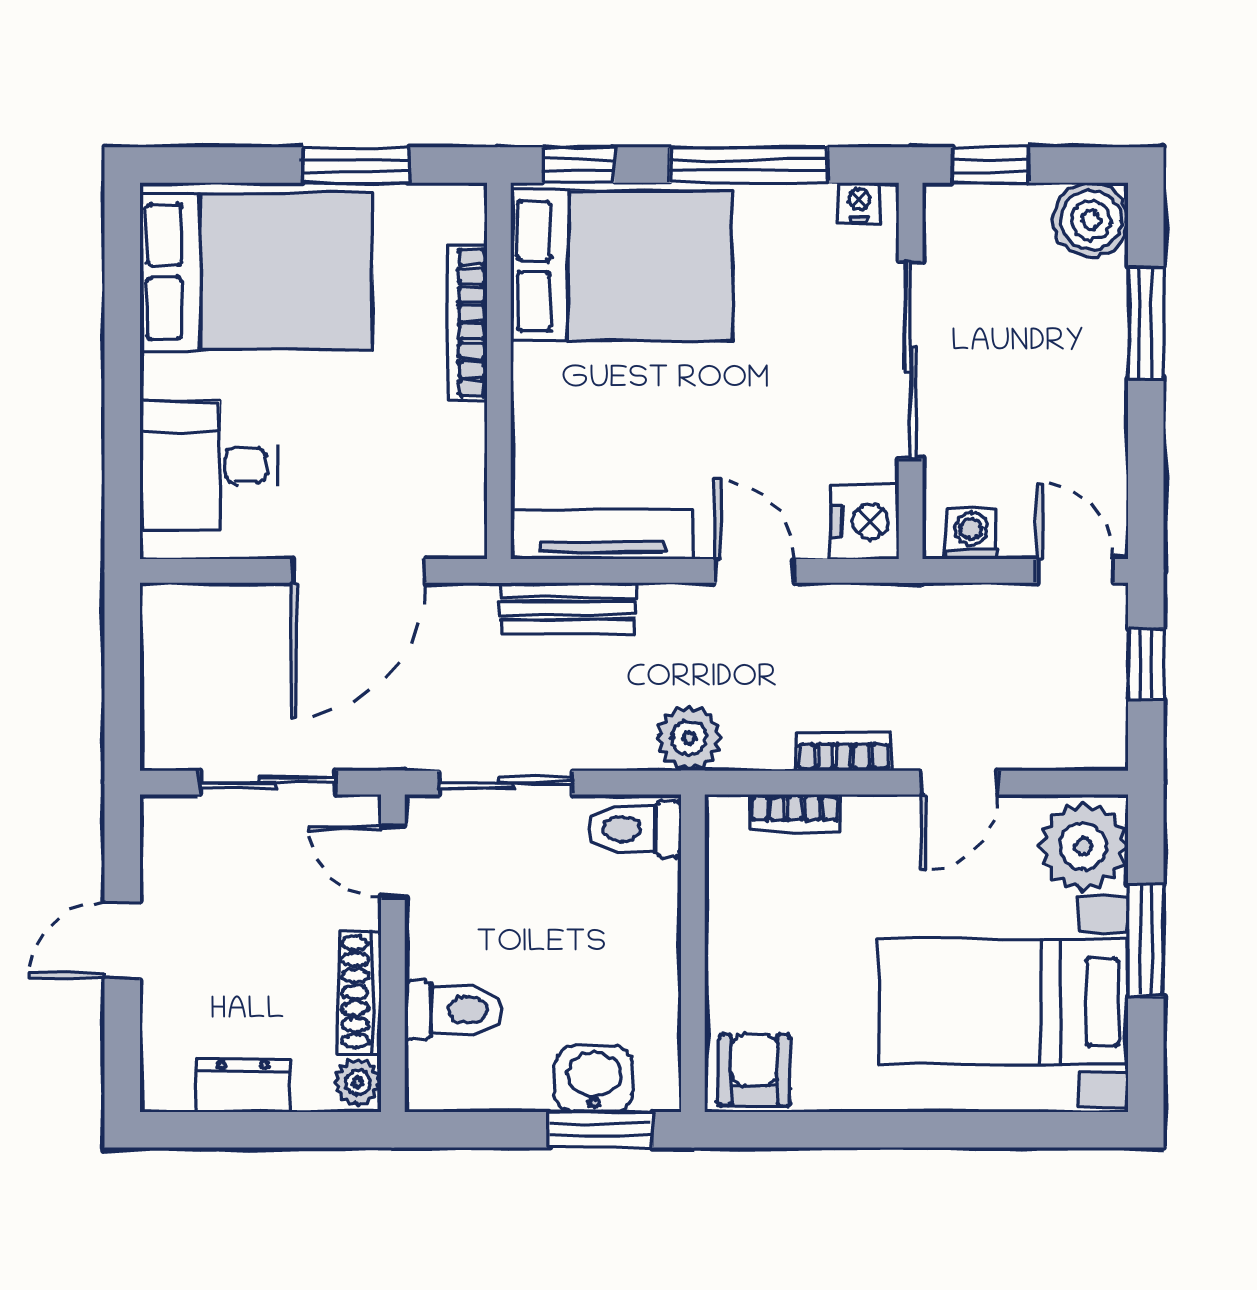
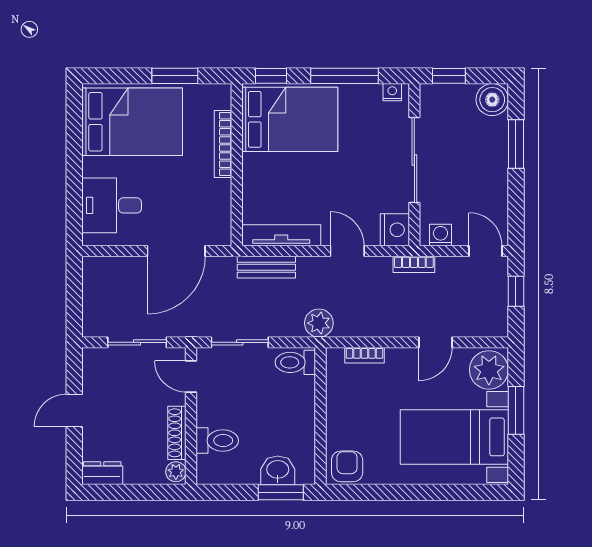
bookcase: (843, 752) -> (414, 264), moved, turned 180
dresser: (243, 1086) -> (102, 473), moved

